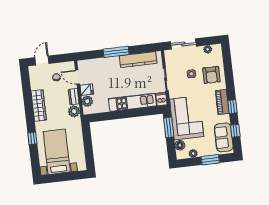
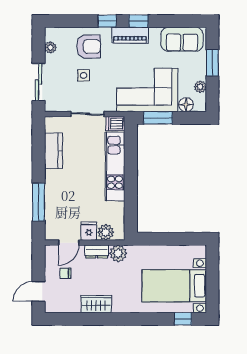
window: (116, 52) -> (39, 202), moved
kitchen counter: (138, 59) -> (53, 151), width x0.67
door: (42, 61) -> (39, 292), hinge flipped
wardrobe: (39, 106) -> (96, 304), width x0.67
window: (235, 131) -> (107, 21), moved
window: (32, 138) -> (183, 319), moved

